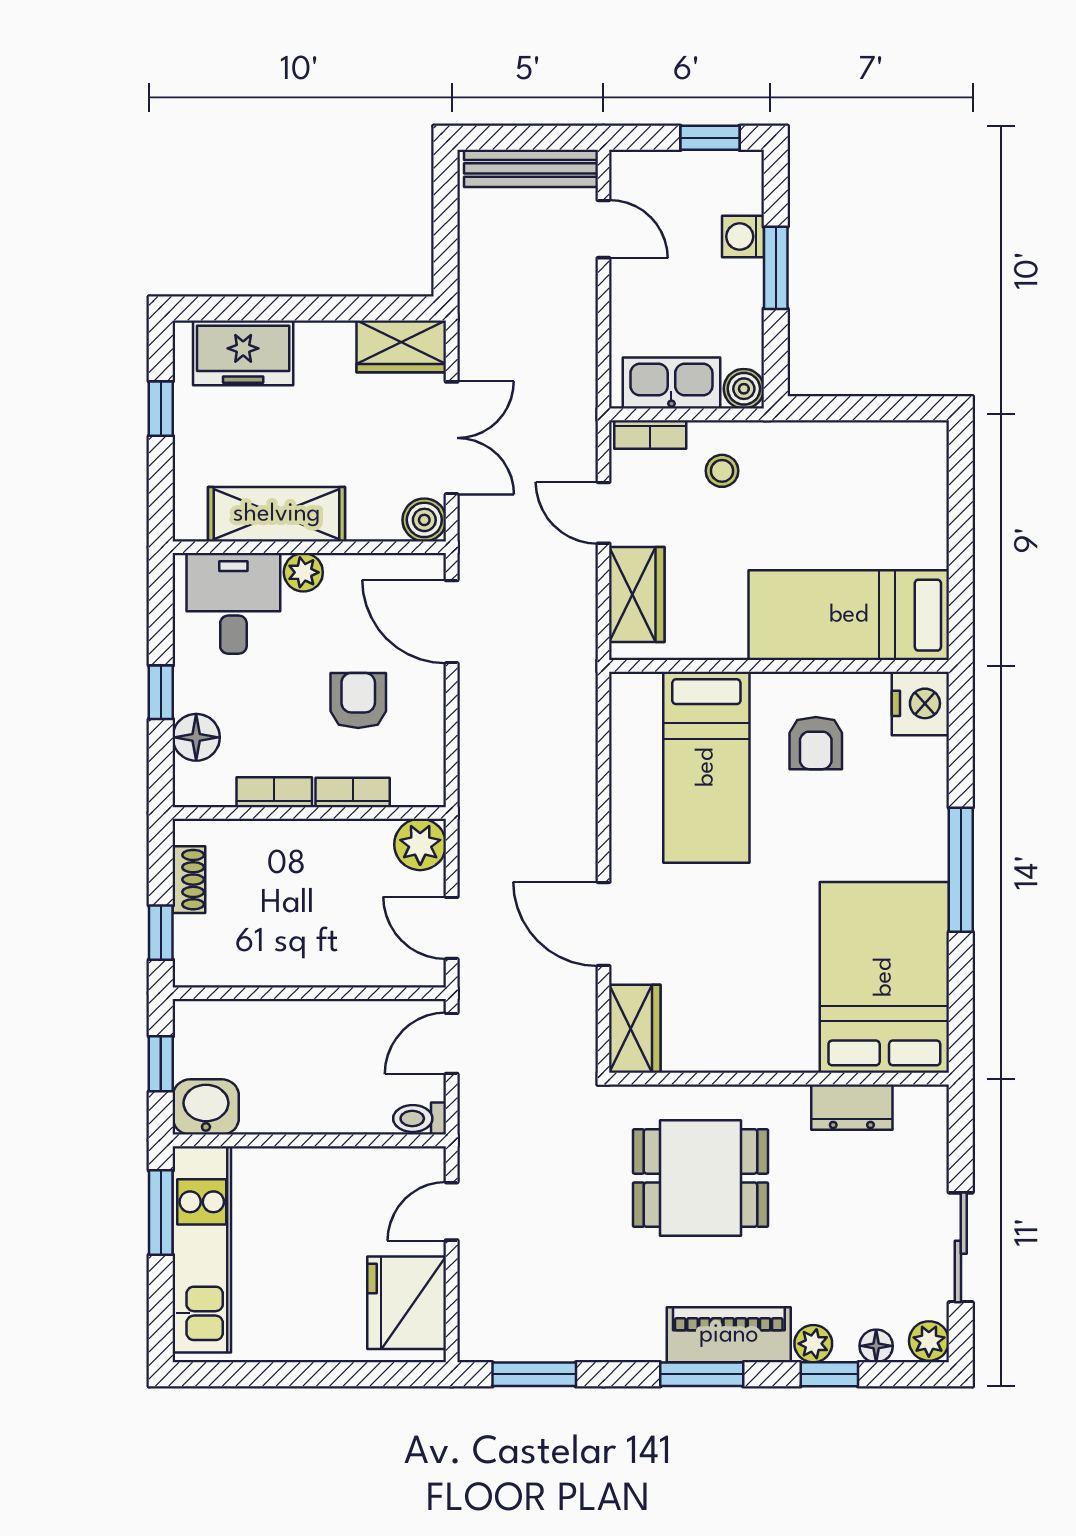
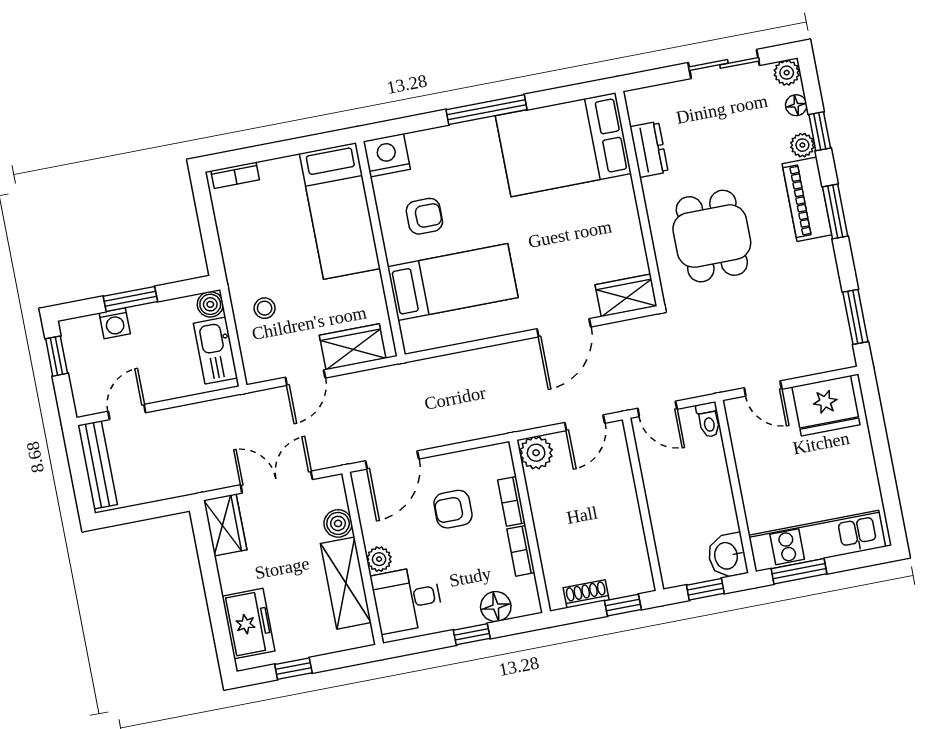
bookcase: (650, 434) -> (235, 175), moved, turned 90
boiler: (424, 520) -> (338, 523), moved

